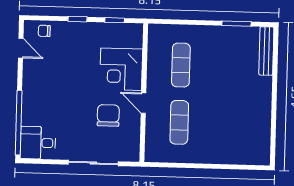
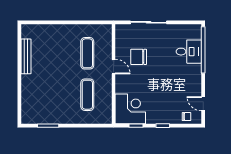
bench: (266, 51) -> (26, 56), moved
corner desk: (121, 69) -> (130, 109), moved
chair: (108, 115) -> (139, 57), turned 90
desk: (38, 143) -> (189, 52), moved

